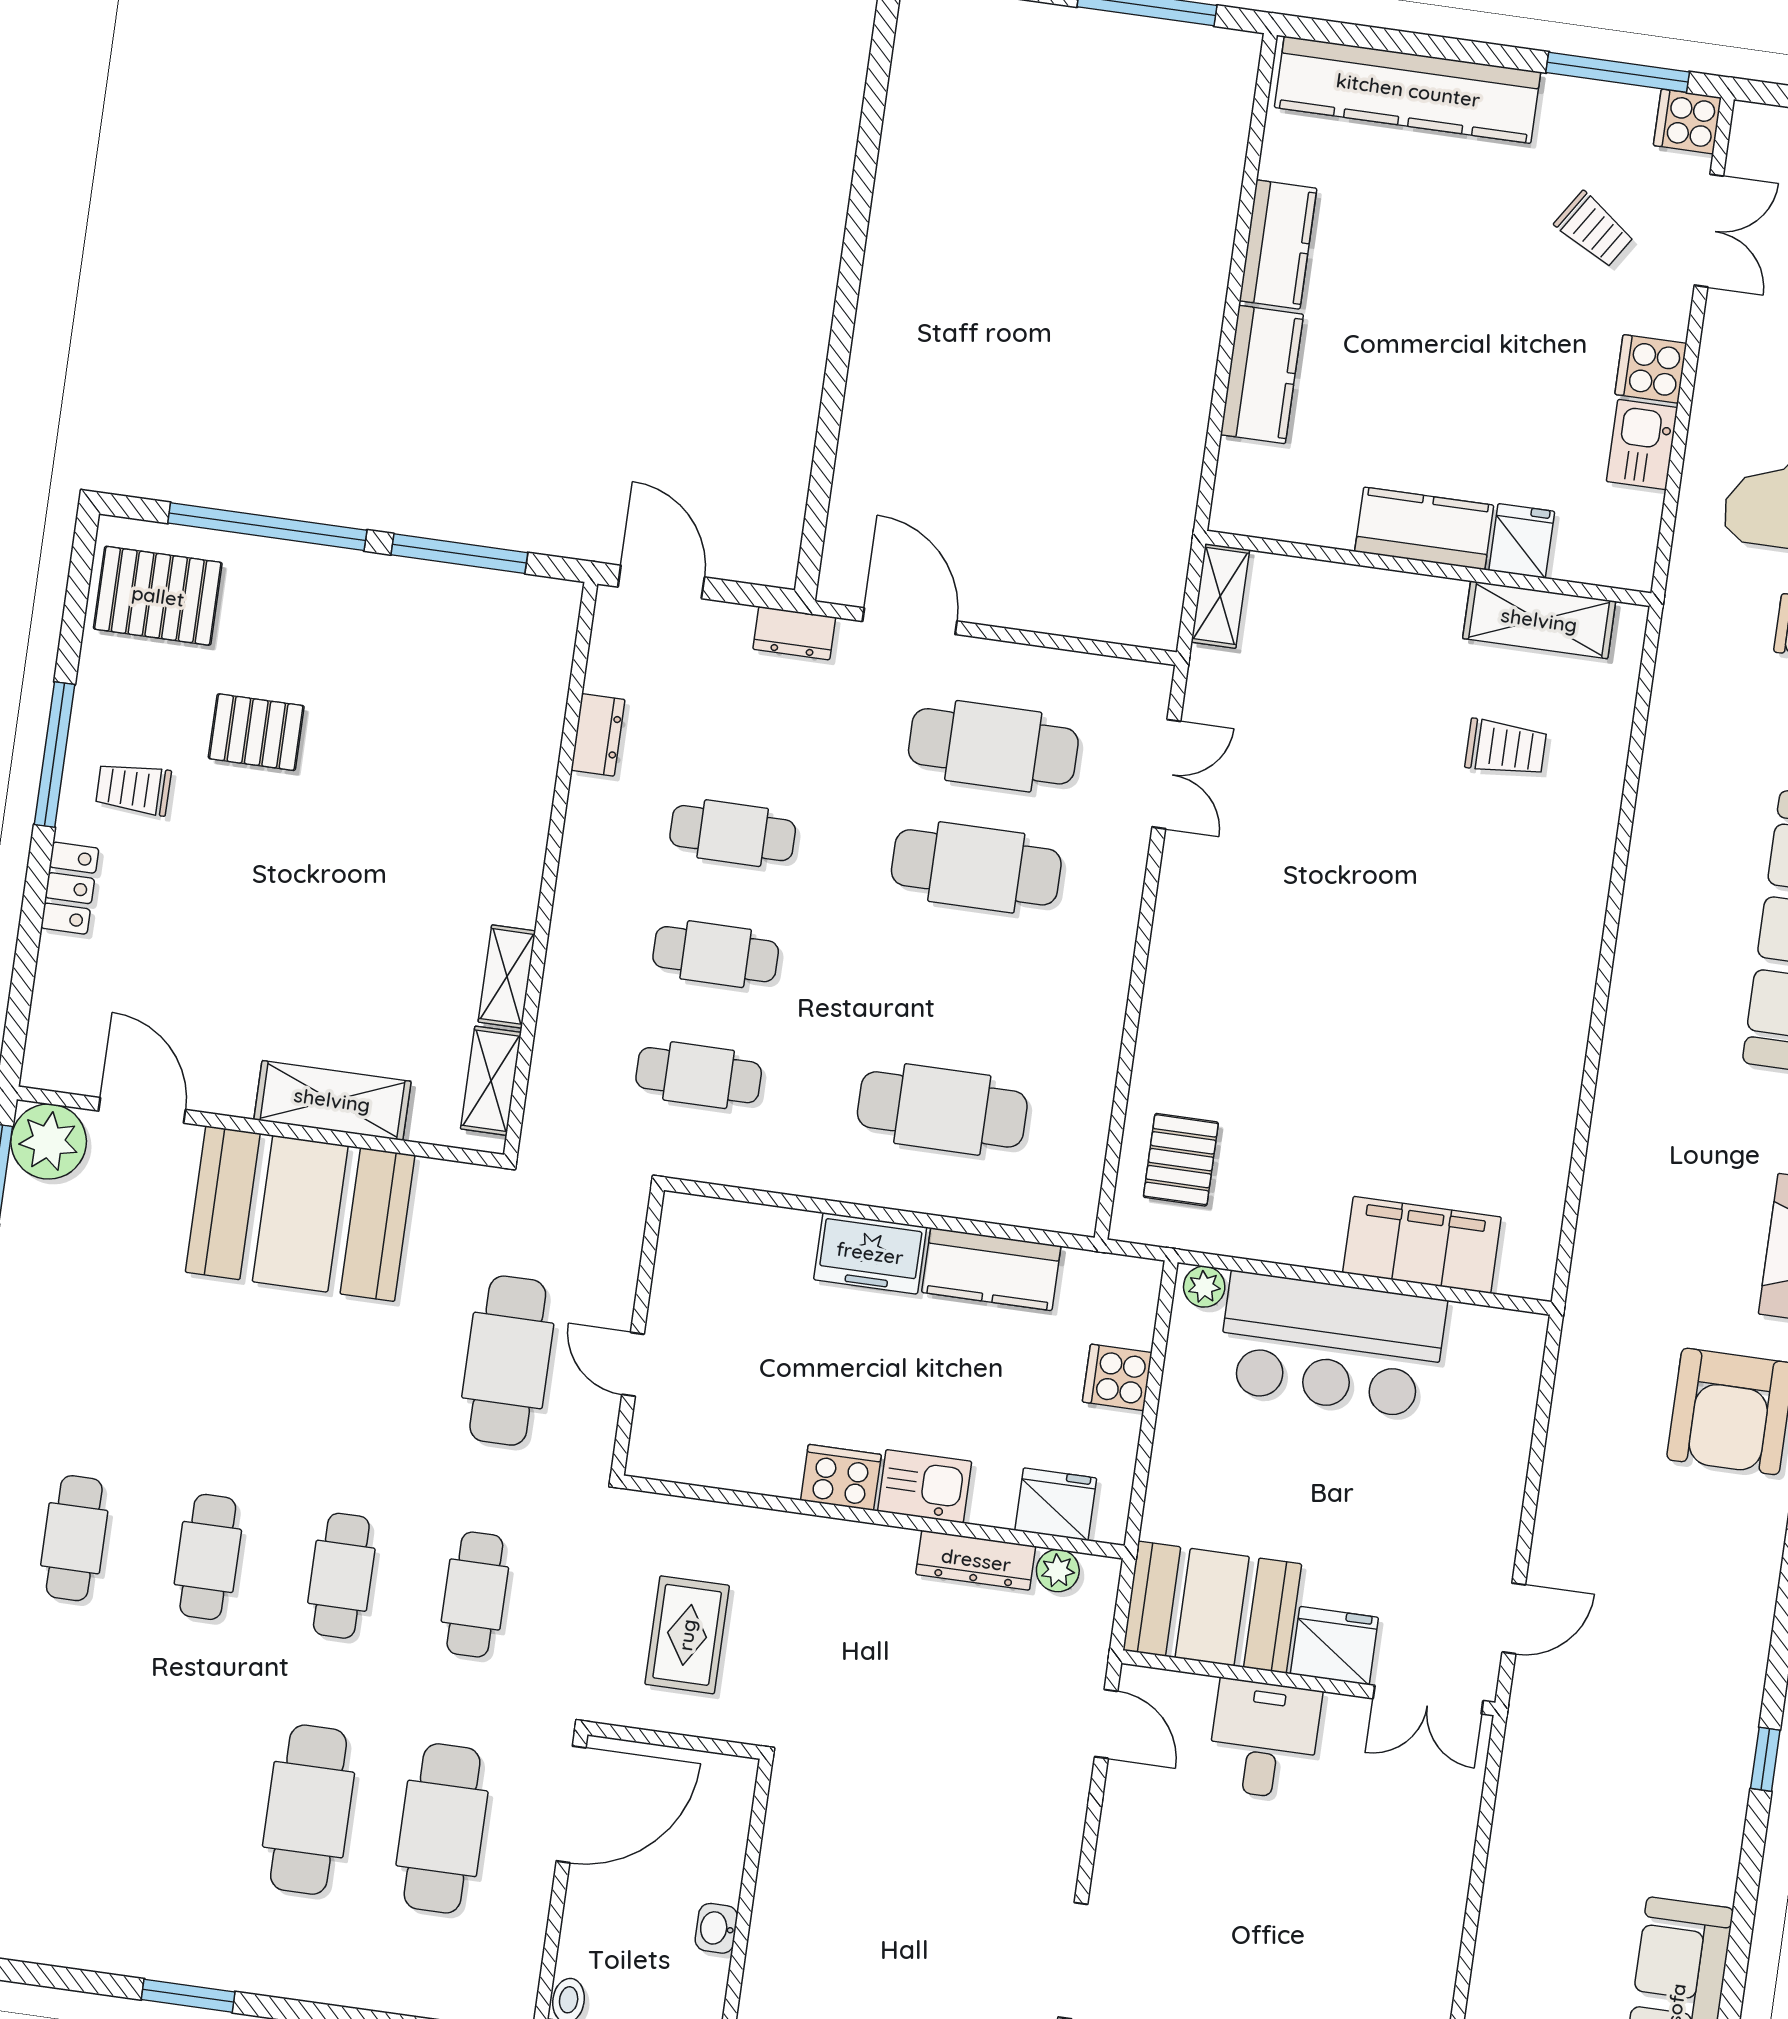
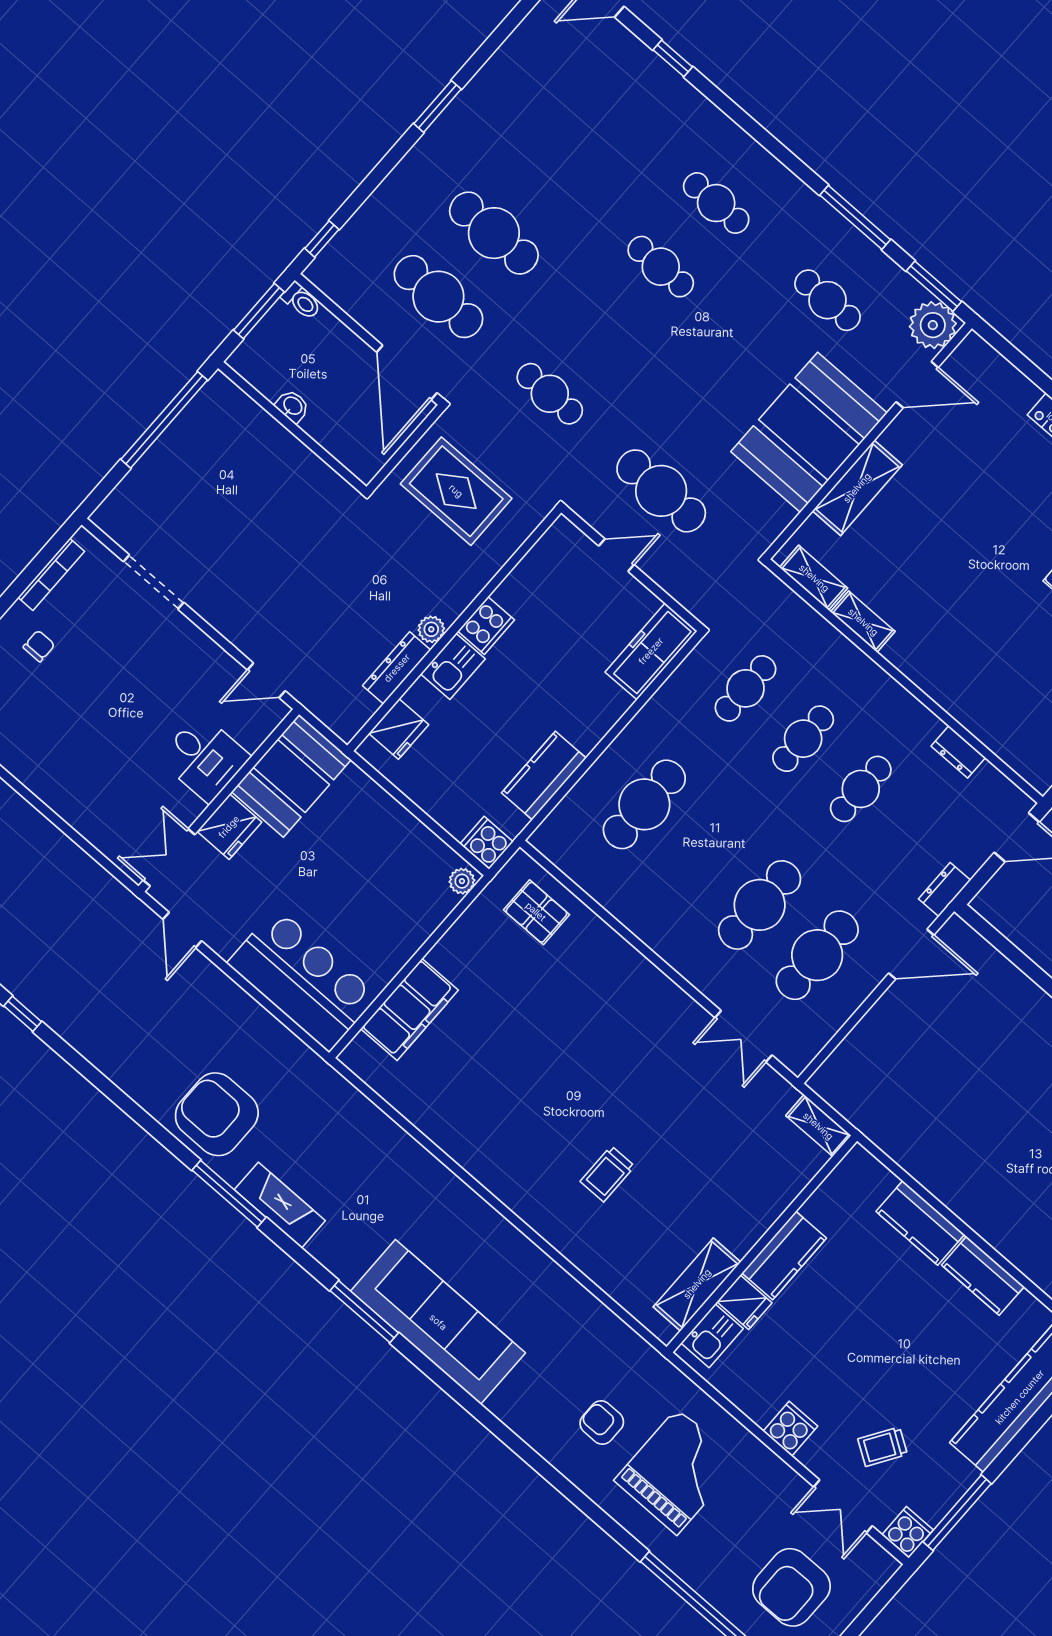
kitchen sink: (1642, 445) -> (712, 1336), moved, turned 90
trolley: (1506, 748) -> (607, 1174), moved
freezer: (870, 1253) -> (651, 651), moved, width x1.40
bar counter: (1331, 1345) -> (303, 979), moved, turned 90
cooker: (1117, 1377) -> (487, 843), moved, turned -90
plant: (1058, 1571) -> (431, 629), moved
cafe table: (341, 1576) -> (828, 300), moved
rug: (687, 1635) -> (456, 491), width x1.36, depth x1.43

